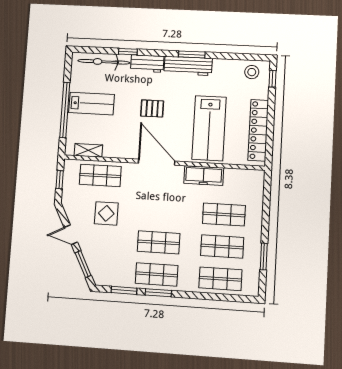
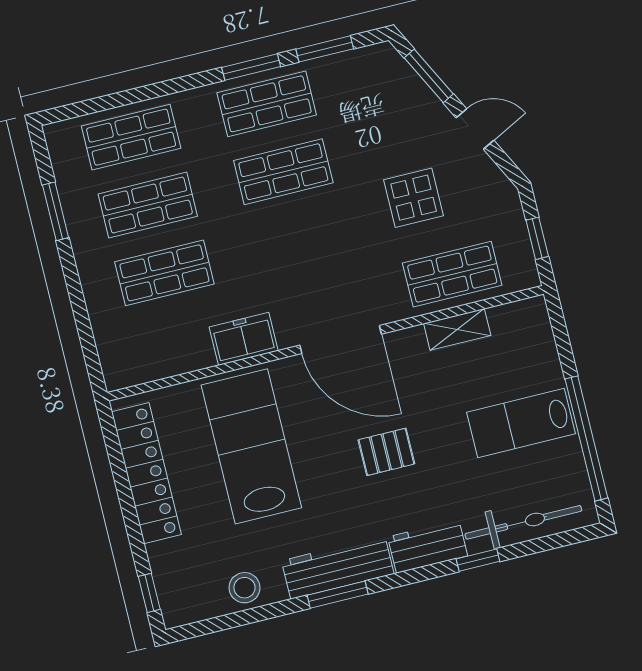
stool: (252, 72) -> (244, 588), moved
window: (65, 110) -> (586, 438), moved
shelving: (88, 150) -> (457, 329), moved
freezer: (204, 176) -> (244, 339), width x0.71

